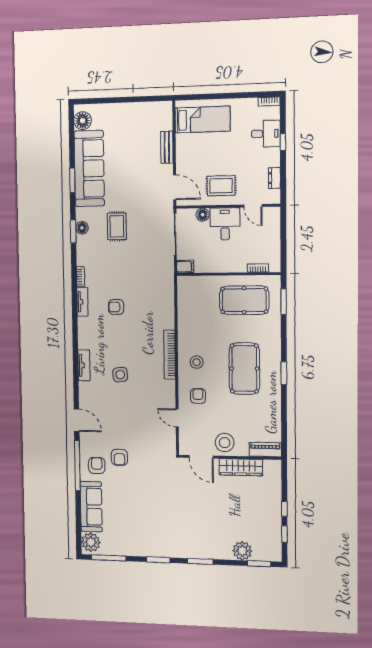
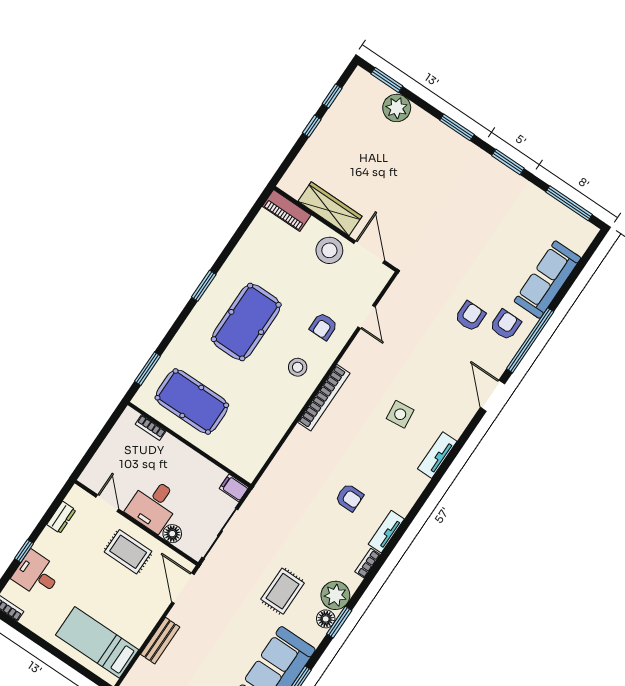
armchair: (97, 465) -> (505, 325), turned 180
plant: (91, 542) -> (335, 595), moved

